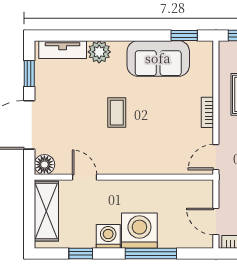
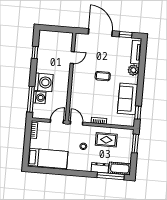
floor lamp: (44, 165) -> (80, 38), removed
shelving: (46, 211) -> (57, 37), removed
door: (216, 221) -> (57, 121), moved
washing machine: (108, 236) -> (39, 98), moved
window: (151, 253) -> (31, 99), moved

